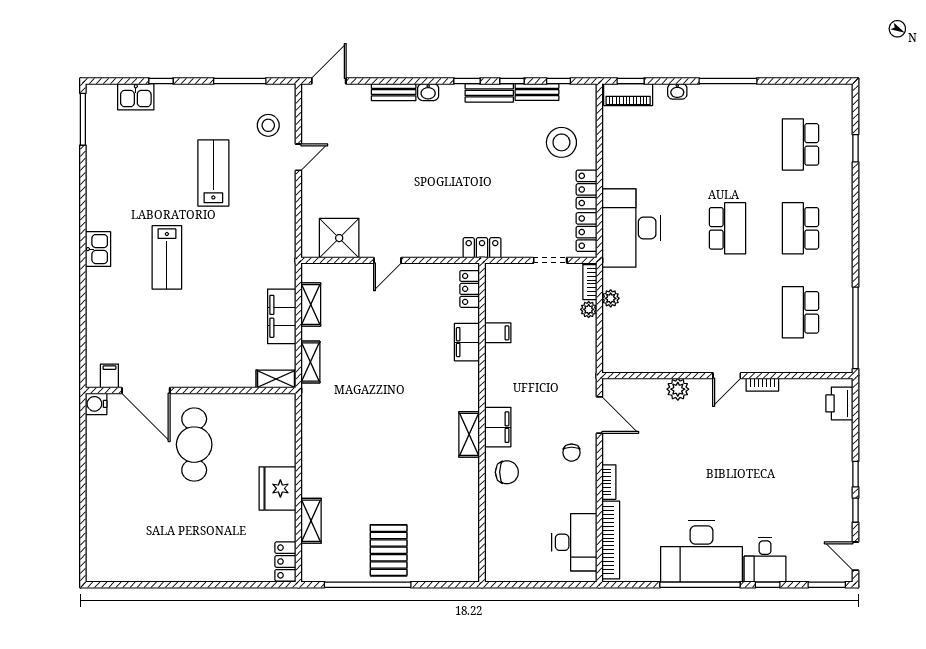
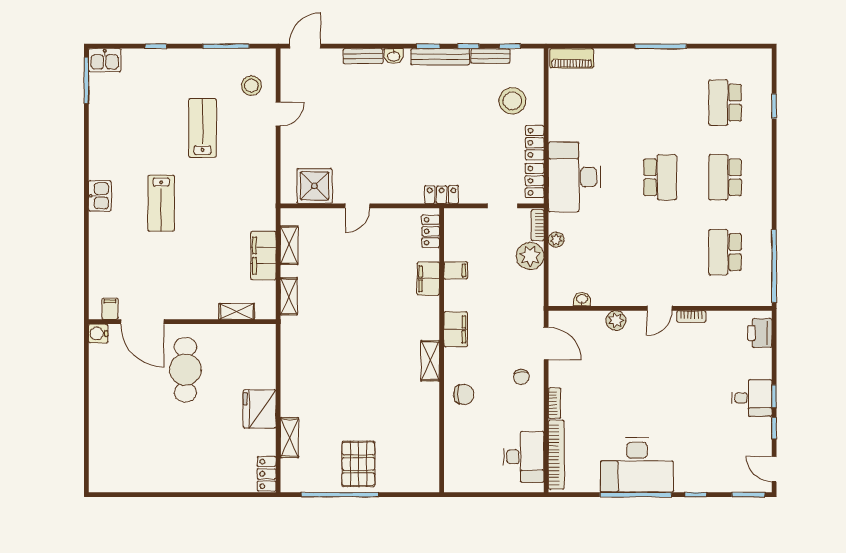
window: (631, 81) -> (574, 46), removed
washbasin: (677, 91) -> (582, 299), moved, turned 180
bench: (489, 93) -> (440, 57), width x1.36
kitchen sink: (136, 97) -> (105, 60), moved
plant: (589, 309) -> (530, 256), width x1.88, depth x1.88
shelving: (276, 379) -> (237, 311), moved
filing cabinet: (498, 427) -> (456, 329), moved
desk: (765, 560) -> (752, 398), moved, turned -90

